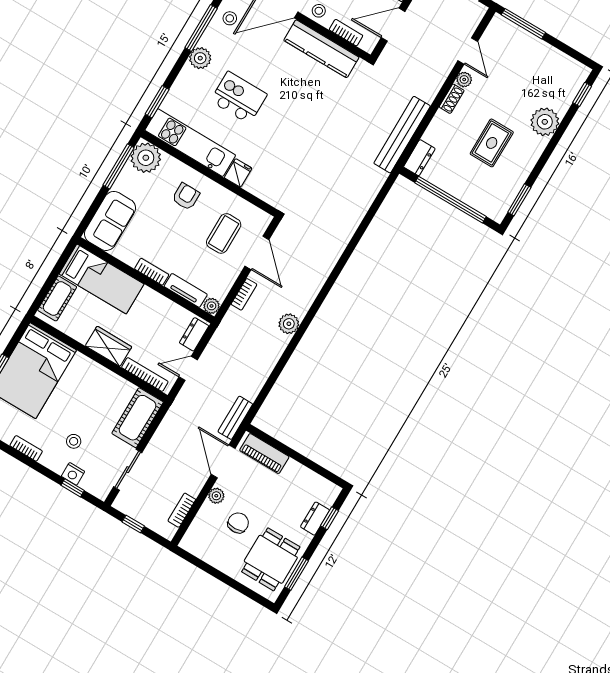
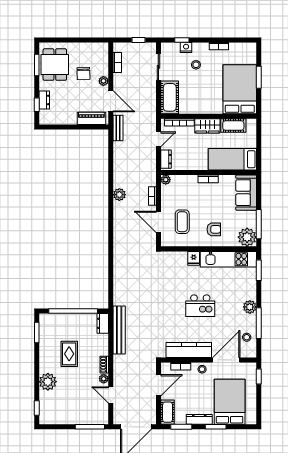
kitchen island: (239, 98) -> (200, 306), moved
armchair: (186, 197) -> (214, 229), turned -90
tv unit: (186, 290) -> (184, 180), removed
cot: (57, 298) -> (233, 126), moved, turned 90

